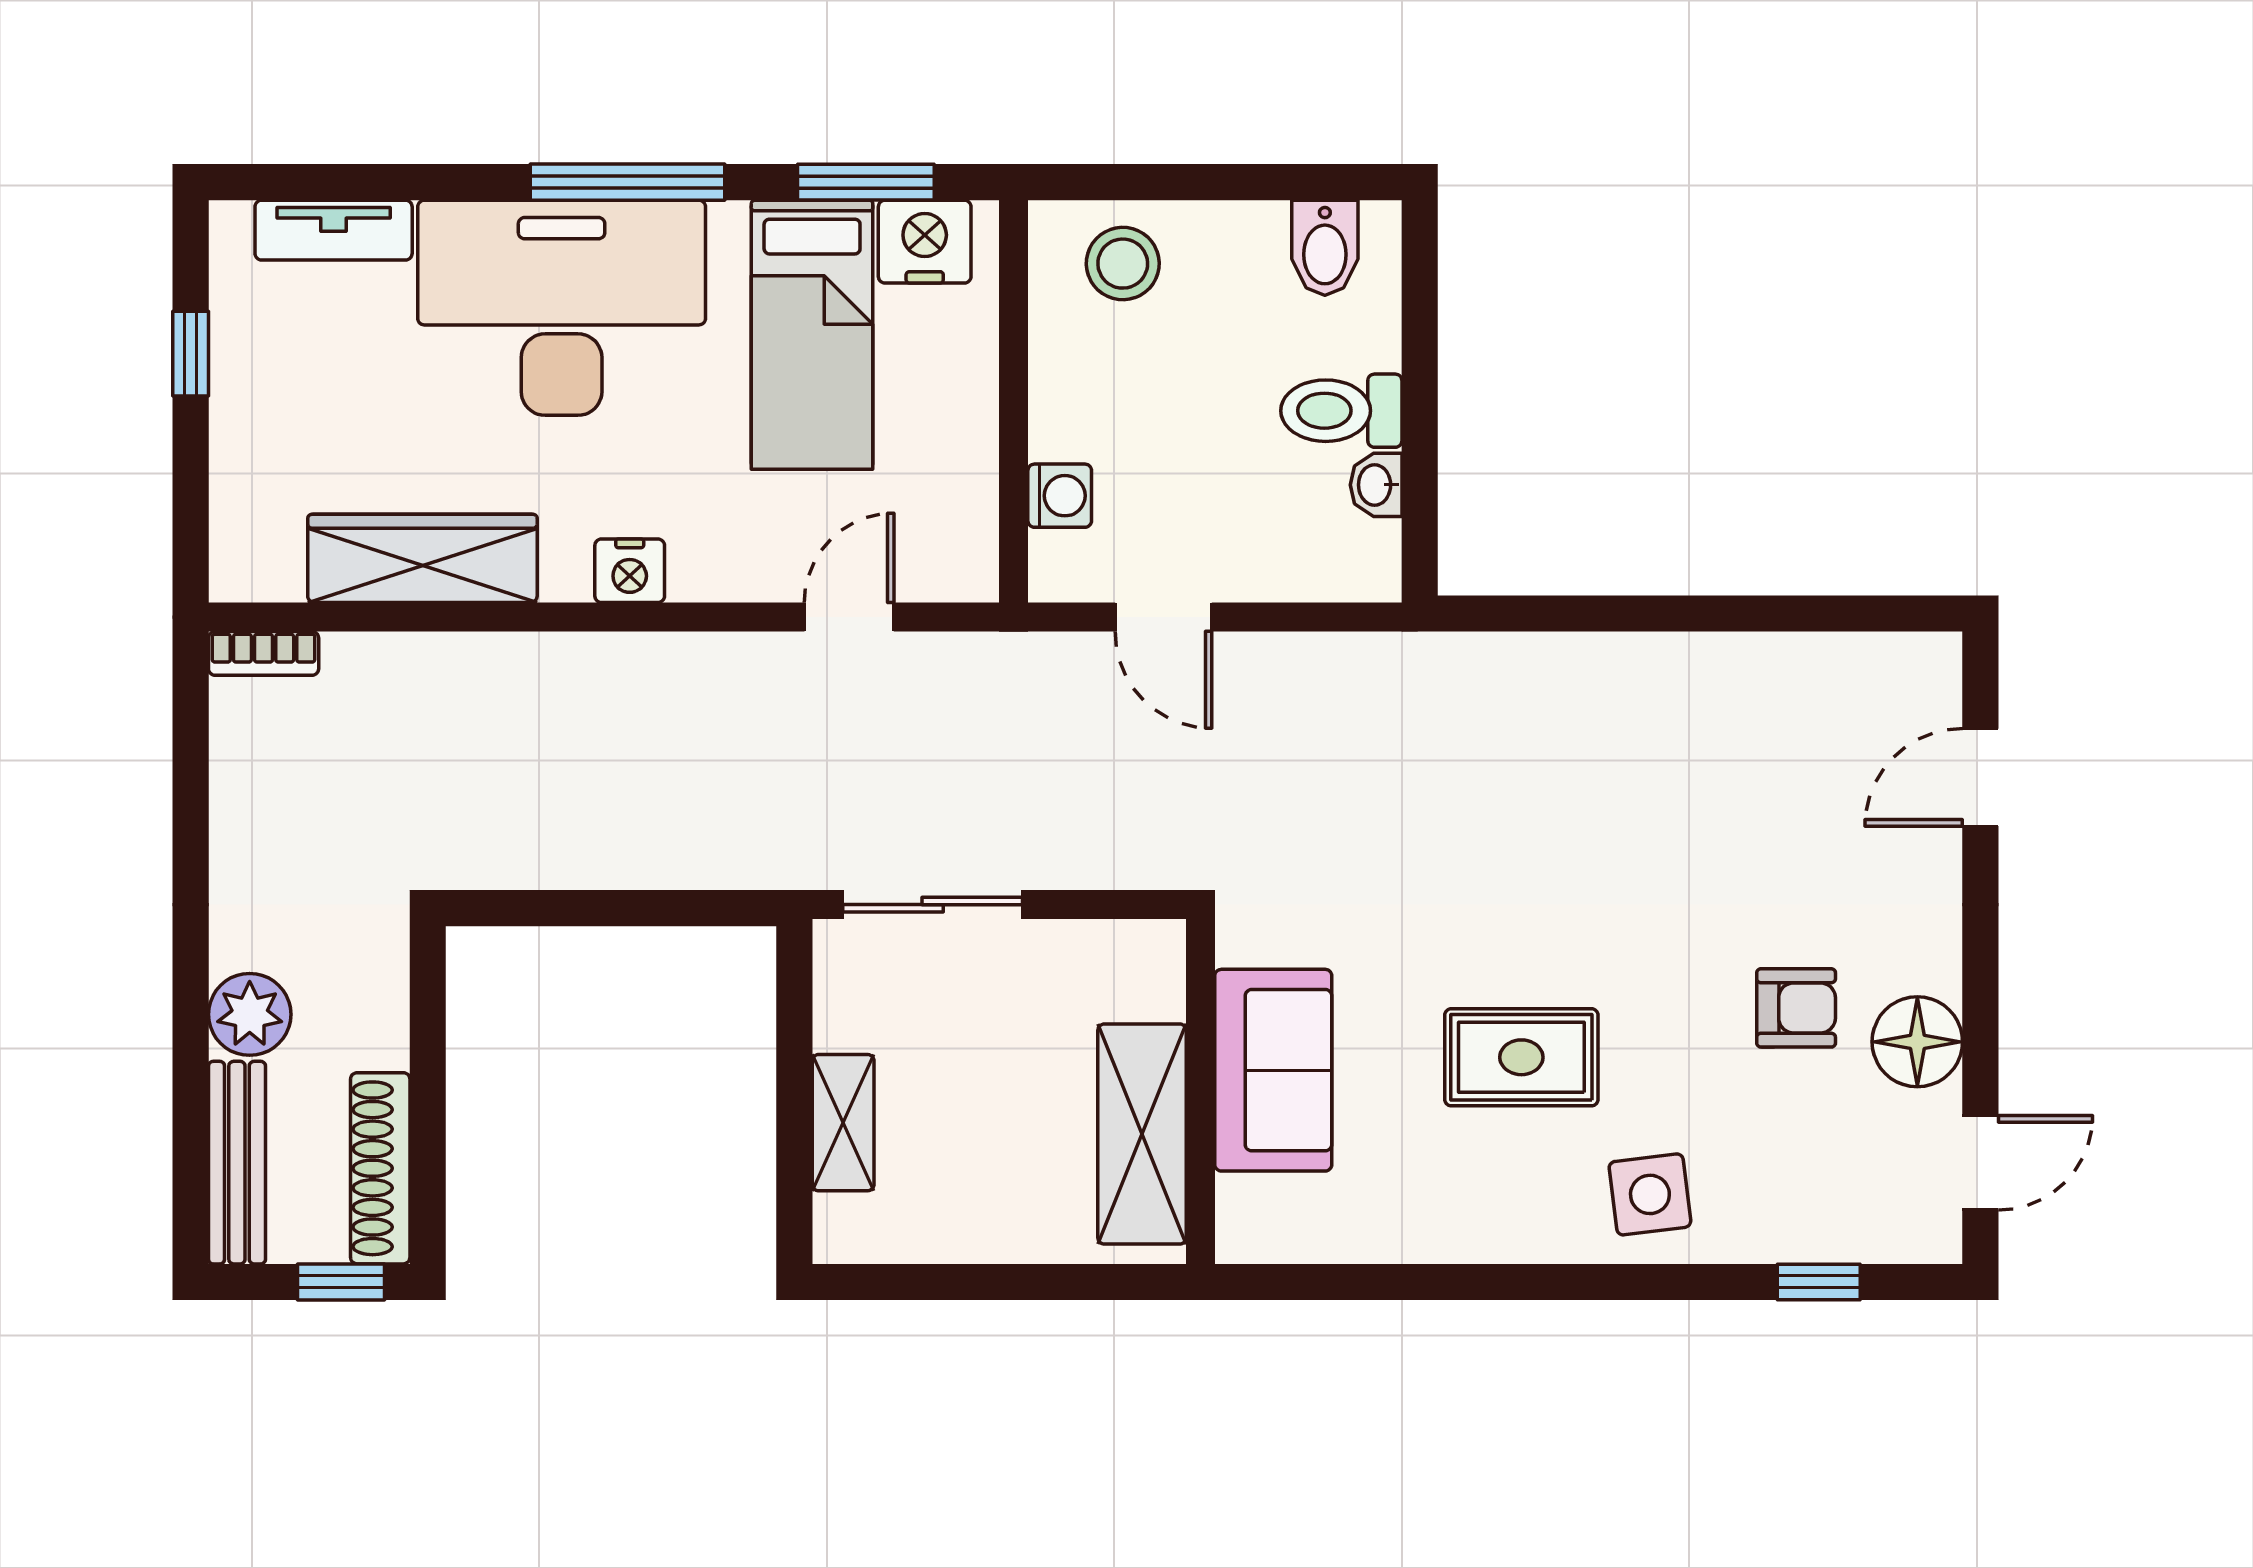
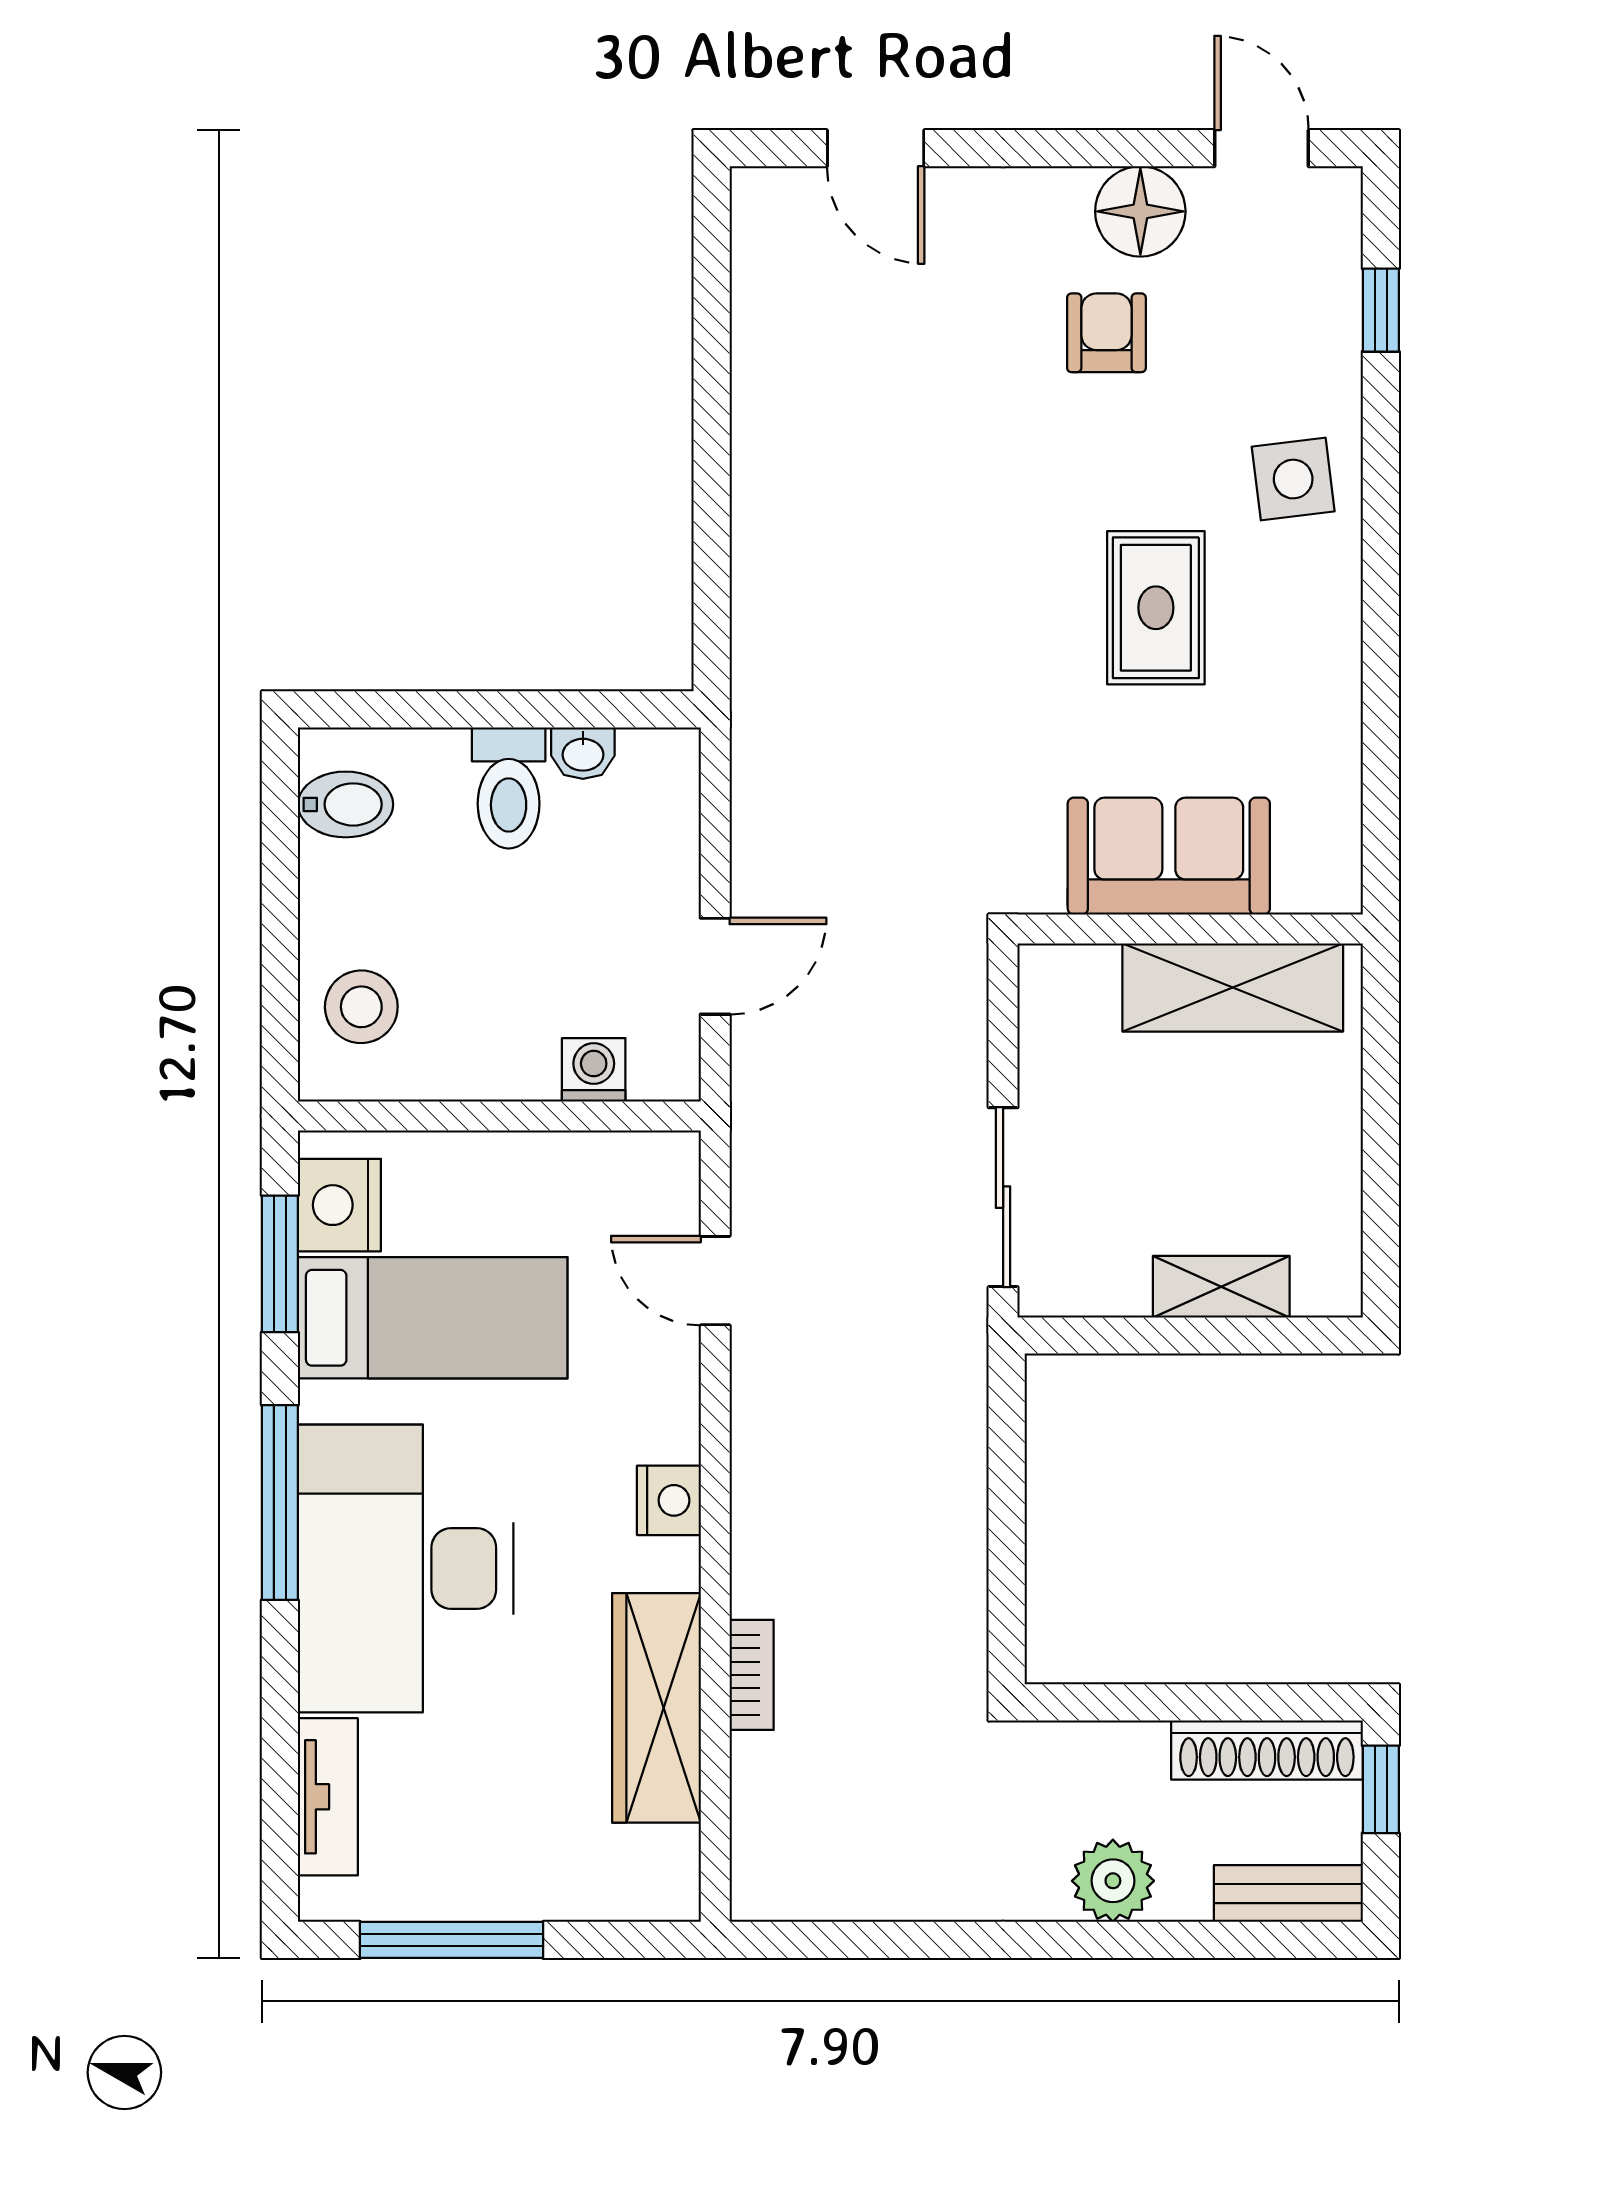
window: (191, 354) -> (452, 1940), width x2.17
bookcase: (264, 653) -> (752, 1675), moved
bench: (237, 1163) -> (1288, 1894), width x0.73

